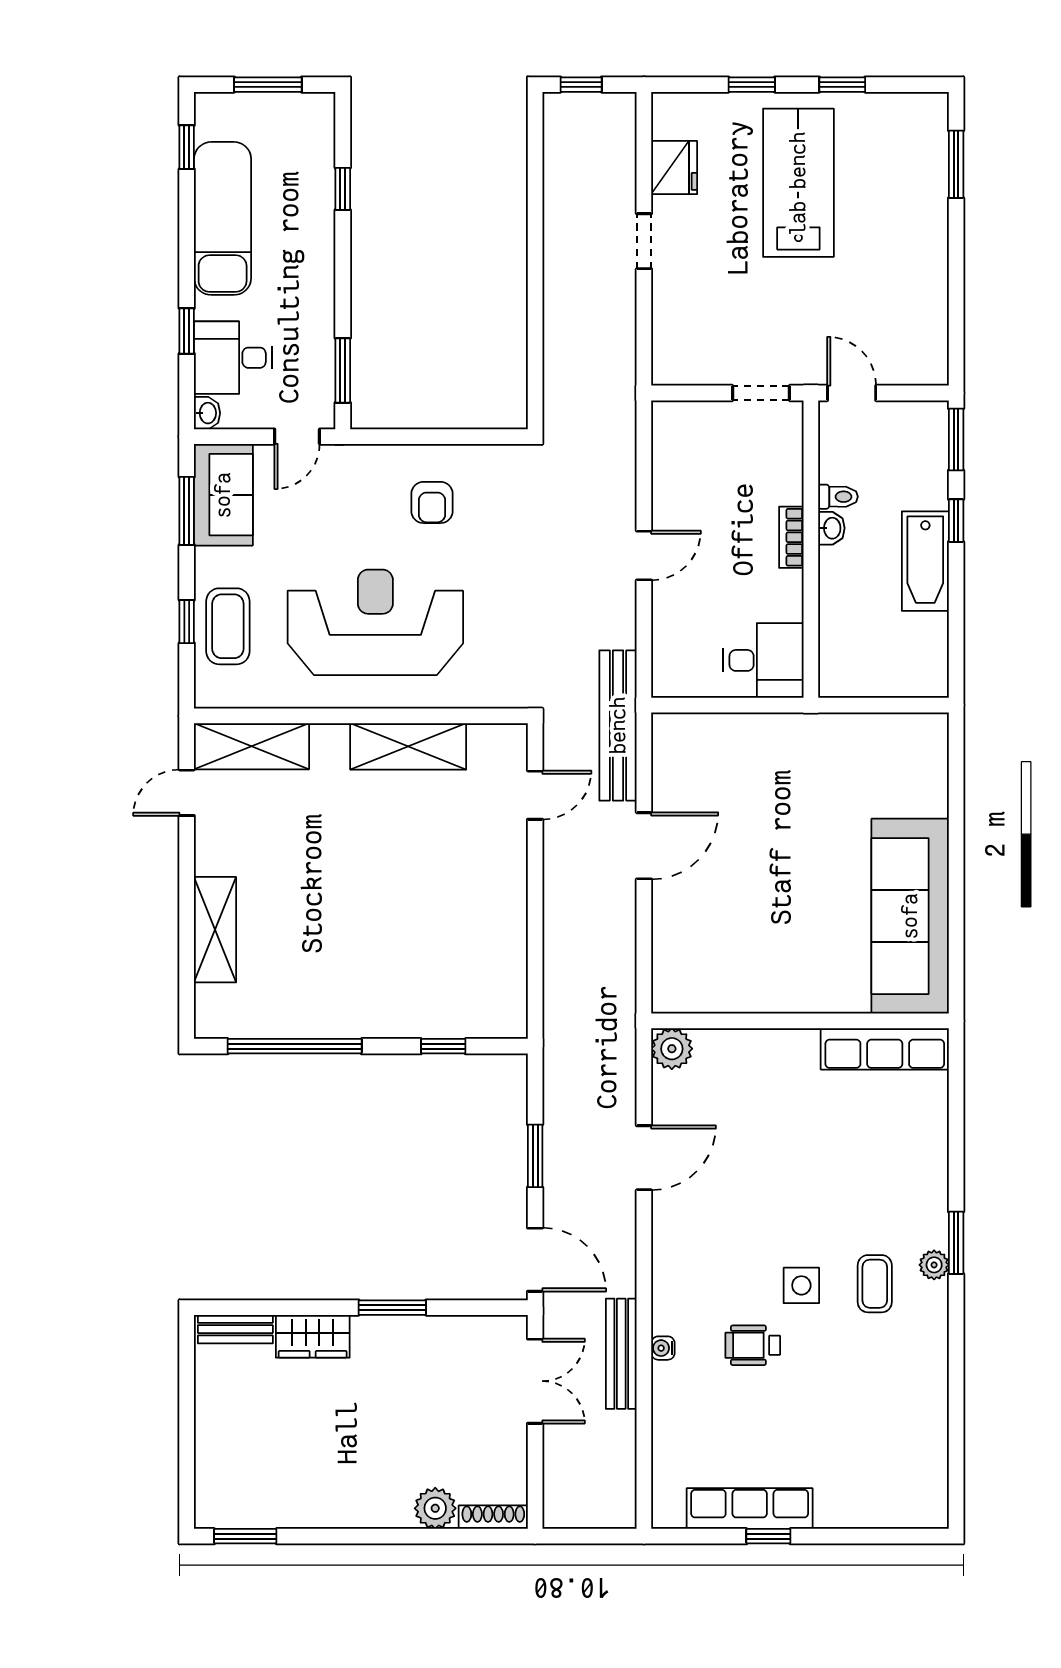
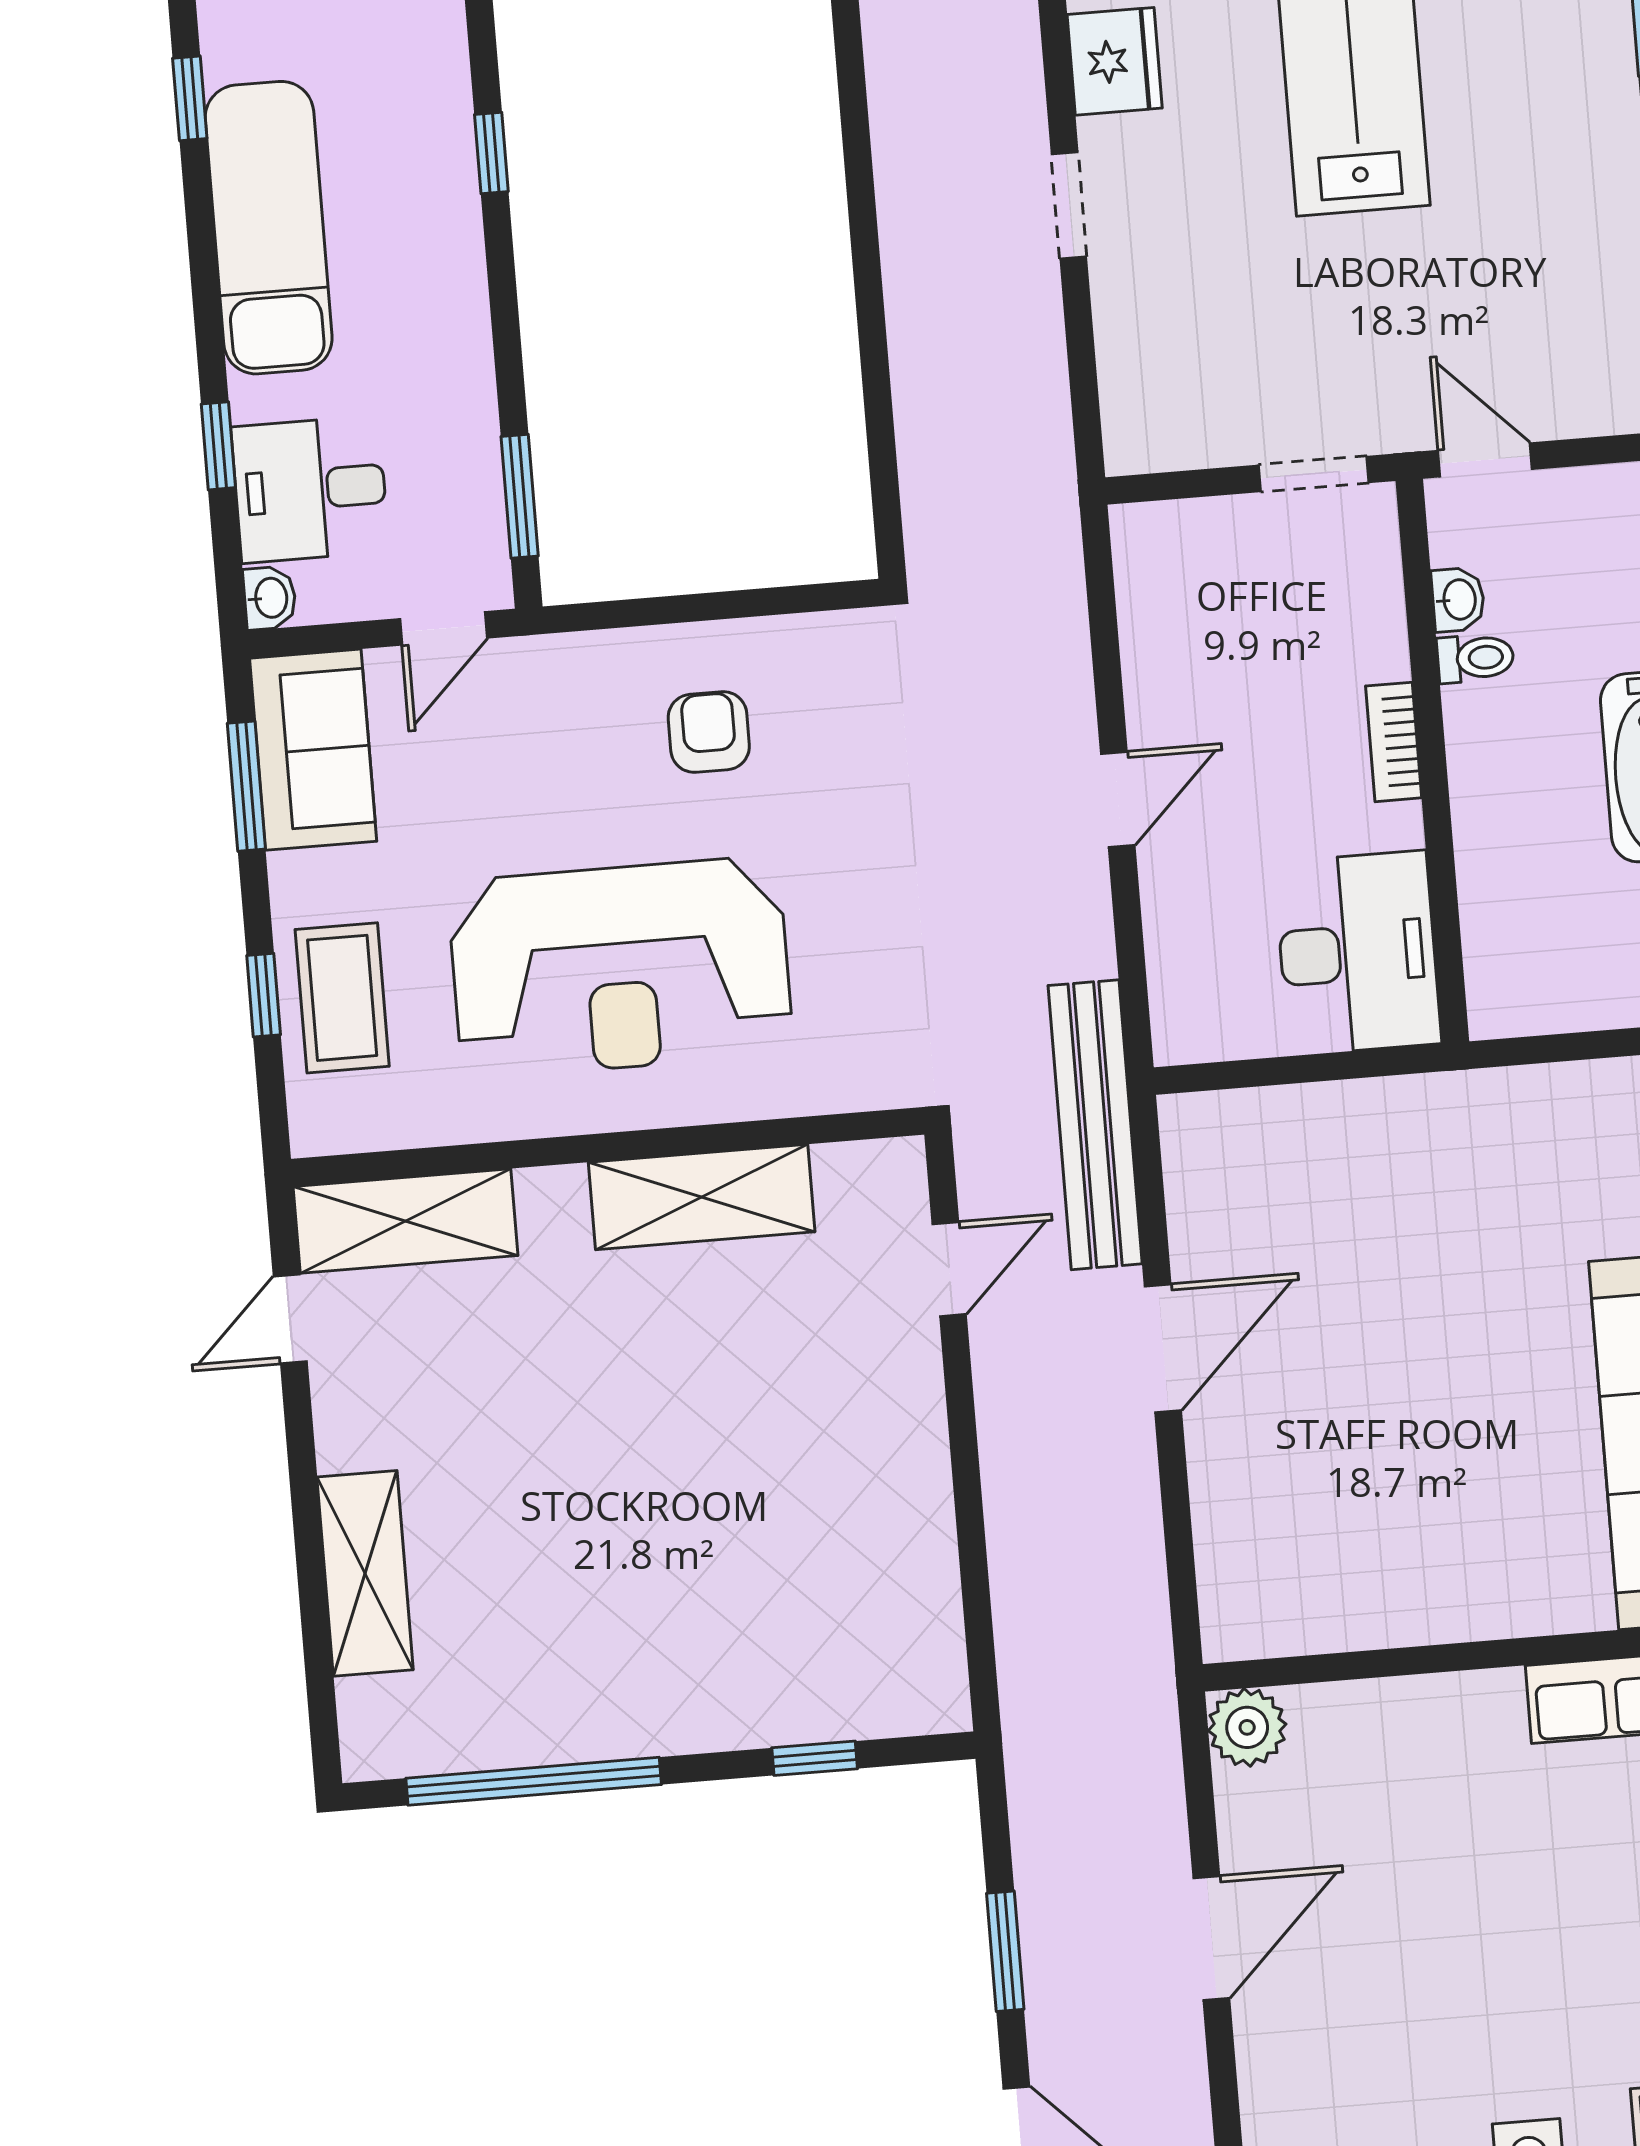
armchair: (432, 502) -> (709, 732), turned 180
washbasin: (831, 528) -> (1458, 600), moved
reception desk: (375, 622) -> (620, 967), turned 180
desk: (763, 660) -> (1358, 953), width x1.37

